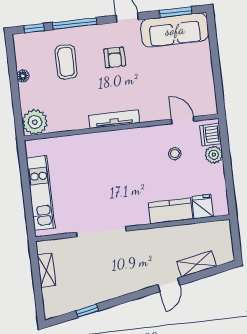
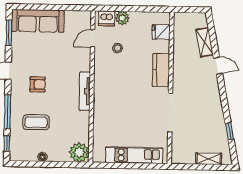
sofa: (175, 30) -> (38, 21), moved, turned 90
kitchen counter: (170, 211) -> (161, 70), moved
shelving: (46, 270) -> (209, 159), moved

